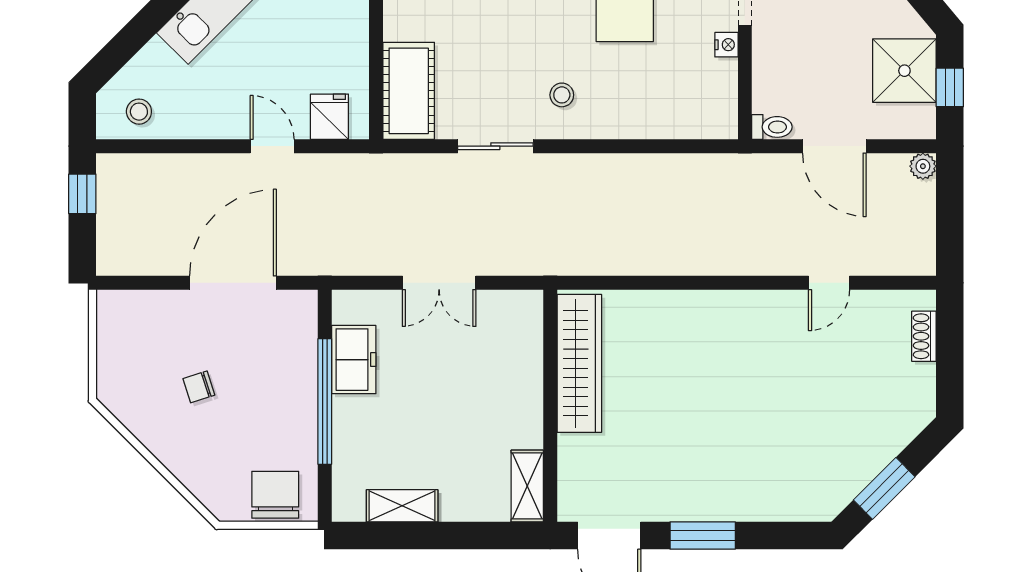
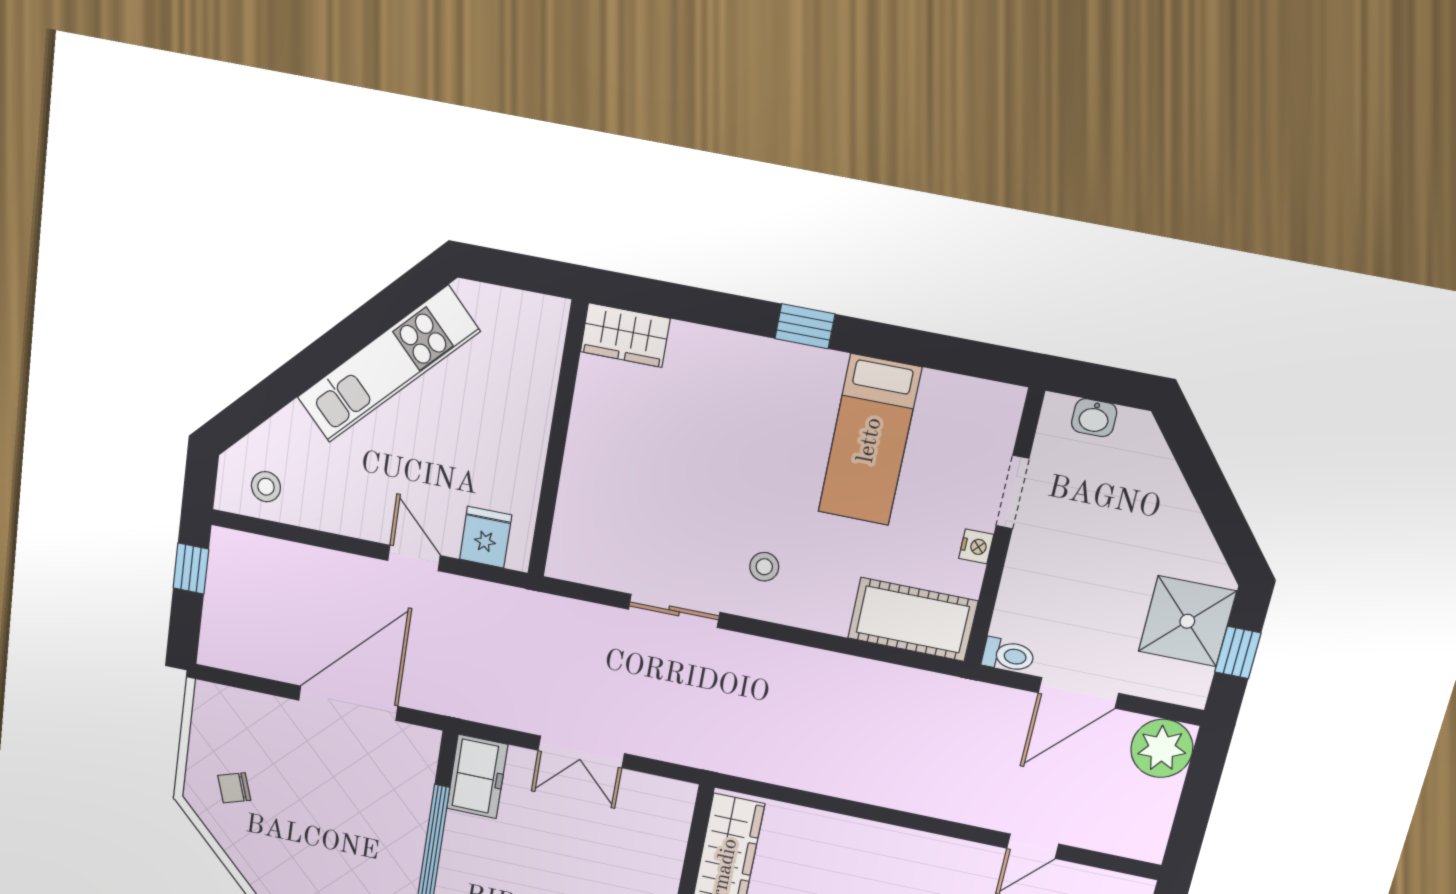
cot: (409, 91) -> (913, 619), moved, turned 90
door: (834, 146) -> (1078, 693), hinge flipped
plant: (923, 166) -> (1162, 748), width x1.87, depth x1.87
freezer: (354, 360) -> (477, 777), moved
chair: (199, 387) -> (234, 788), moved

